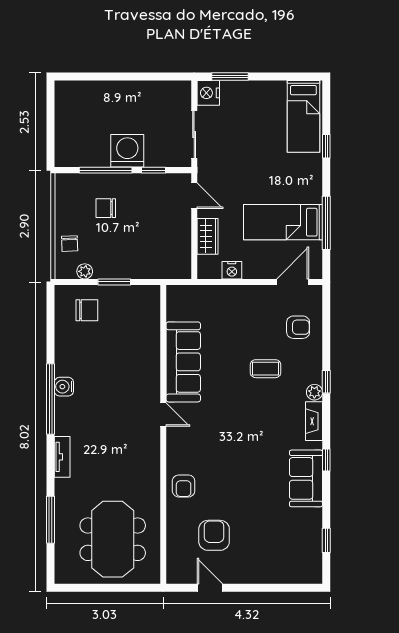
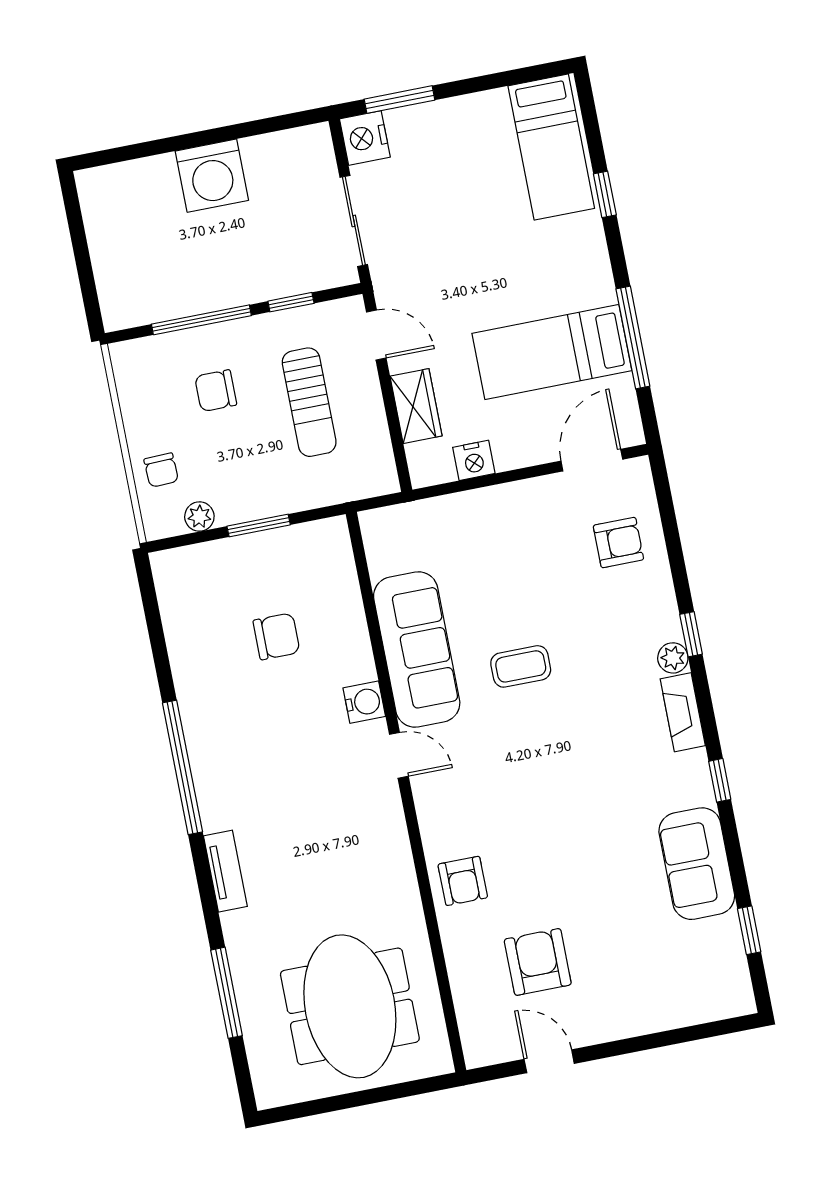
washing machine: (127, 151) -> (212, 176), moved, turned 180
sun lounger: (153, 223) -> (309, 402), added
chair: (87, 310) -> (276, 636), moved
coffee table: (266, 369) -> (521, 666), moved
water cooler: (64, 387) -> (364, 702), moved, turned 180
sofa: (306, 478) -> (697, 864), moved

